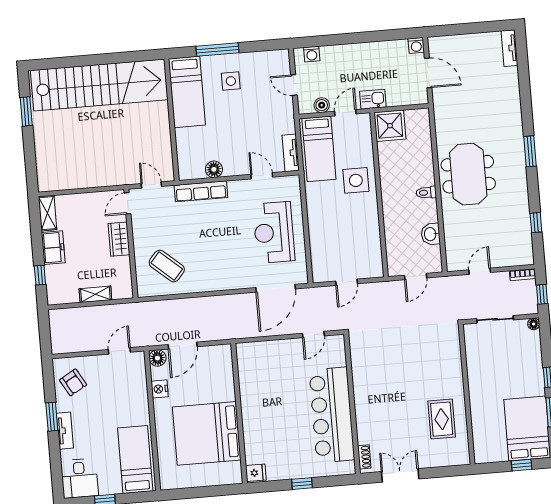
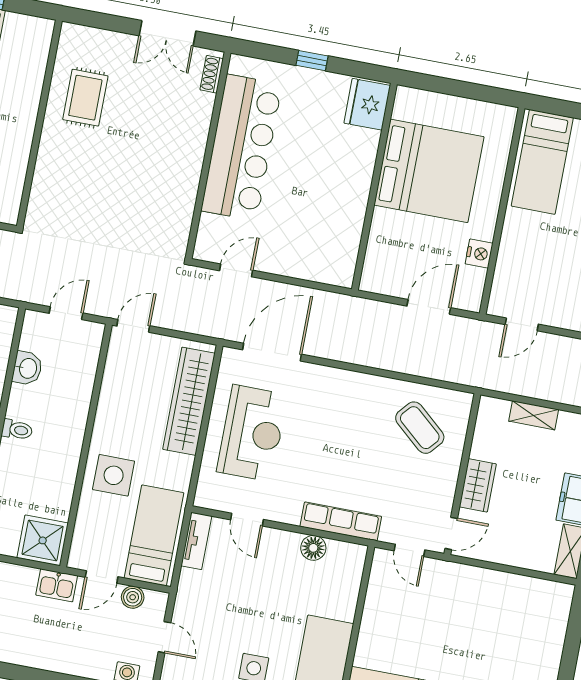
wardrobe: (320, 242) -> (189, 401), added
door: (347, 282) -> (133, 326), moved
floor lamp: (157, 358) -> (470, 299), removed
fridge: (256, 473) -> (367, 104), width x1.88, depth x1.34

